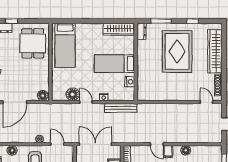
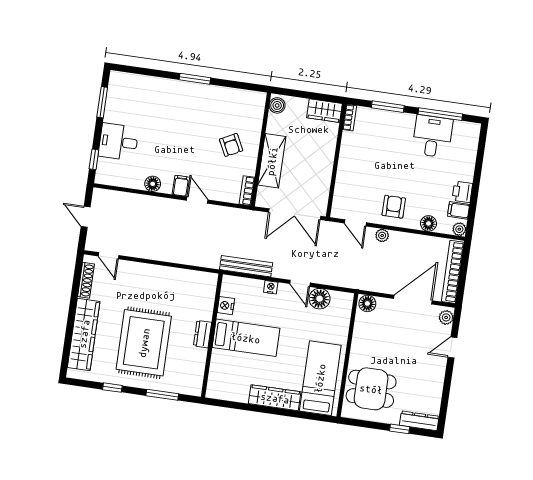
wardrobe: (119, 29) -> (275, 398), moved
dresser: (142, 31) -> (203, 334), moved
dining table: (33, 43) -> (371, 389), turned 90

